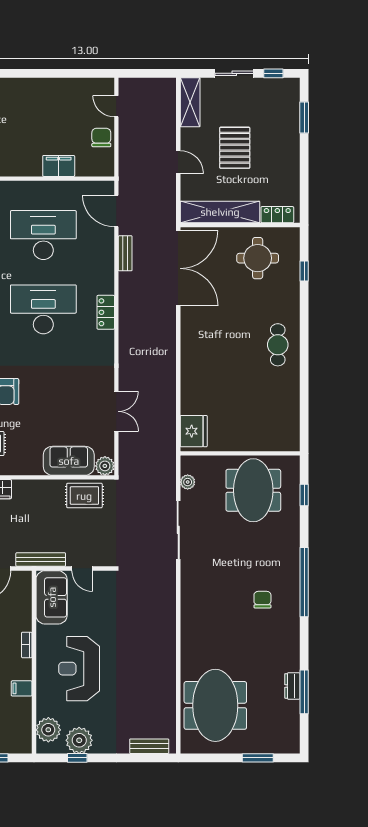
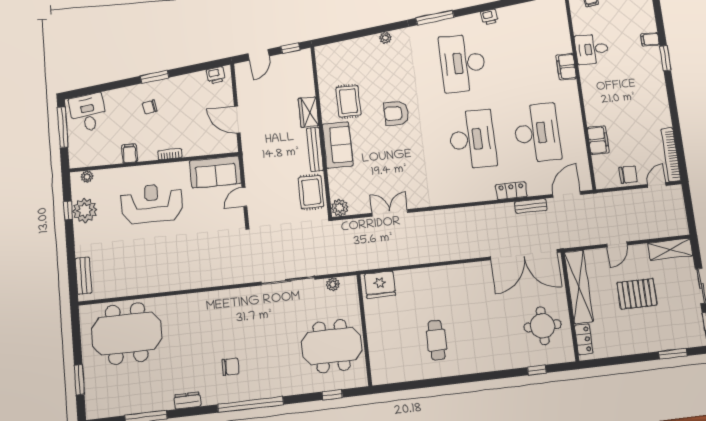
bookcase: (84, 85) -> (671, 155), added
locker: (106, 312) -> (511, 191), moved
cafe table: (278, 345) -> (437, 340), moved, turned 90
double door: (116, 411) -> (390, 213), swing flipped
sofa: (69, 461) -> (338, 145), moved
bench: (41, 559) -> (315, 149), moved
dresser: (292, 686) -> (187, 401), moved
plant: (48, 730) -> (87, 177), width x0.53, depth x0.53

